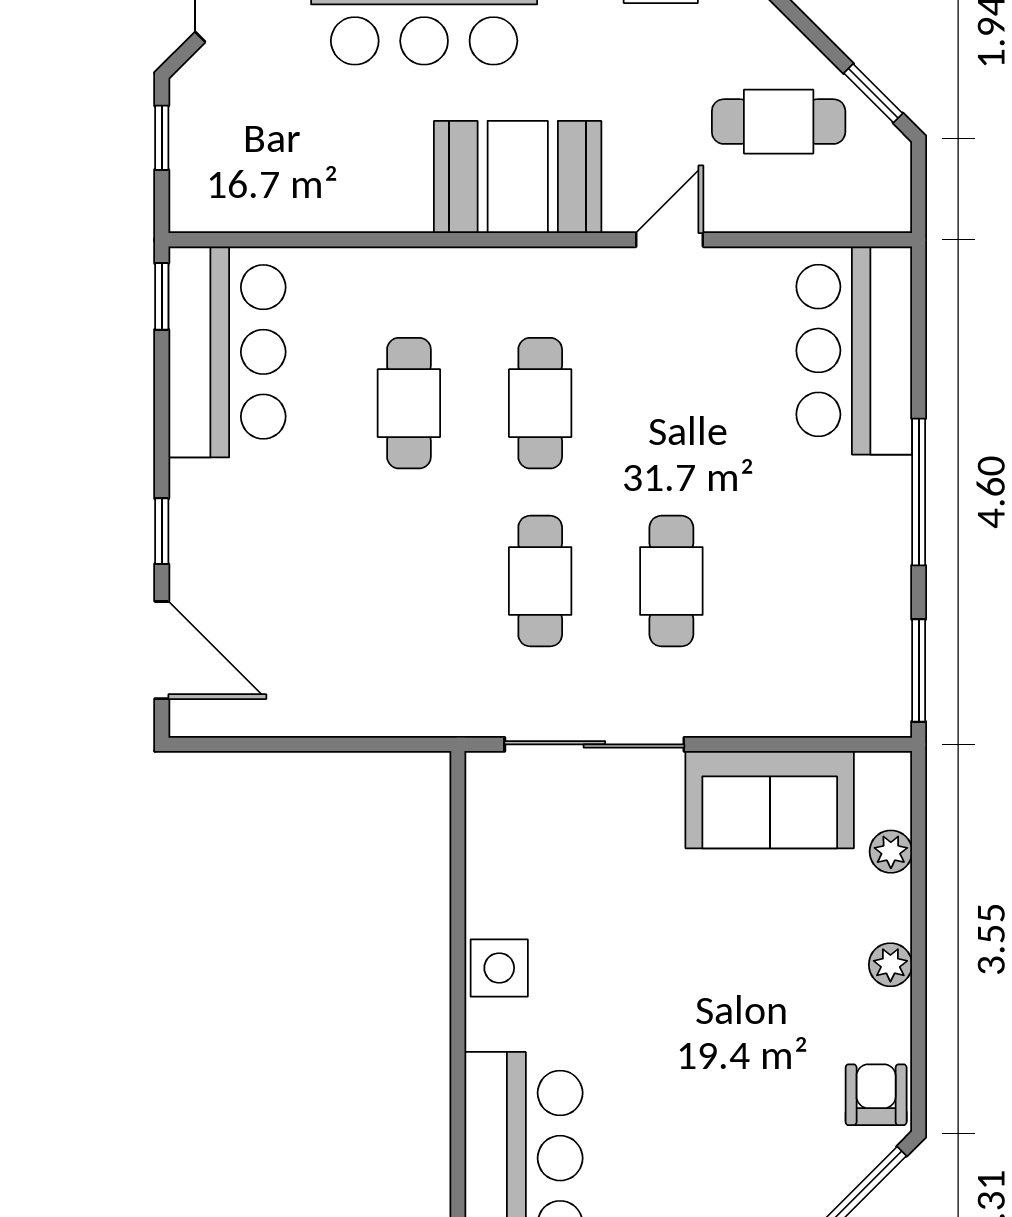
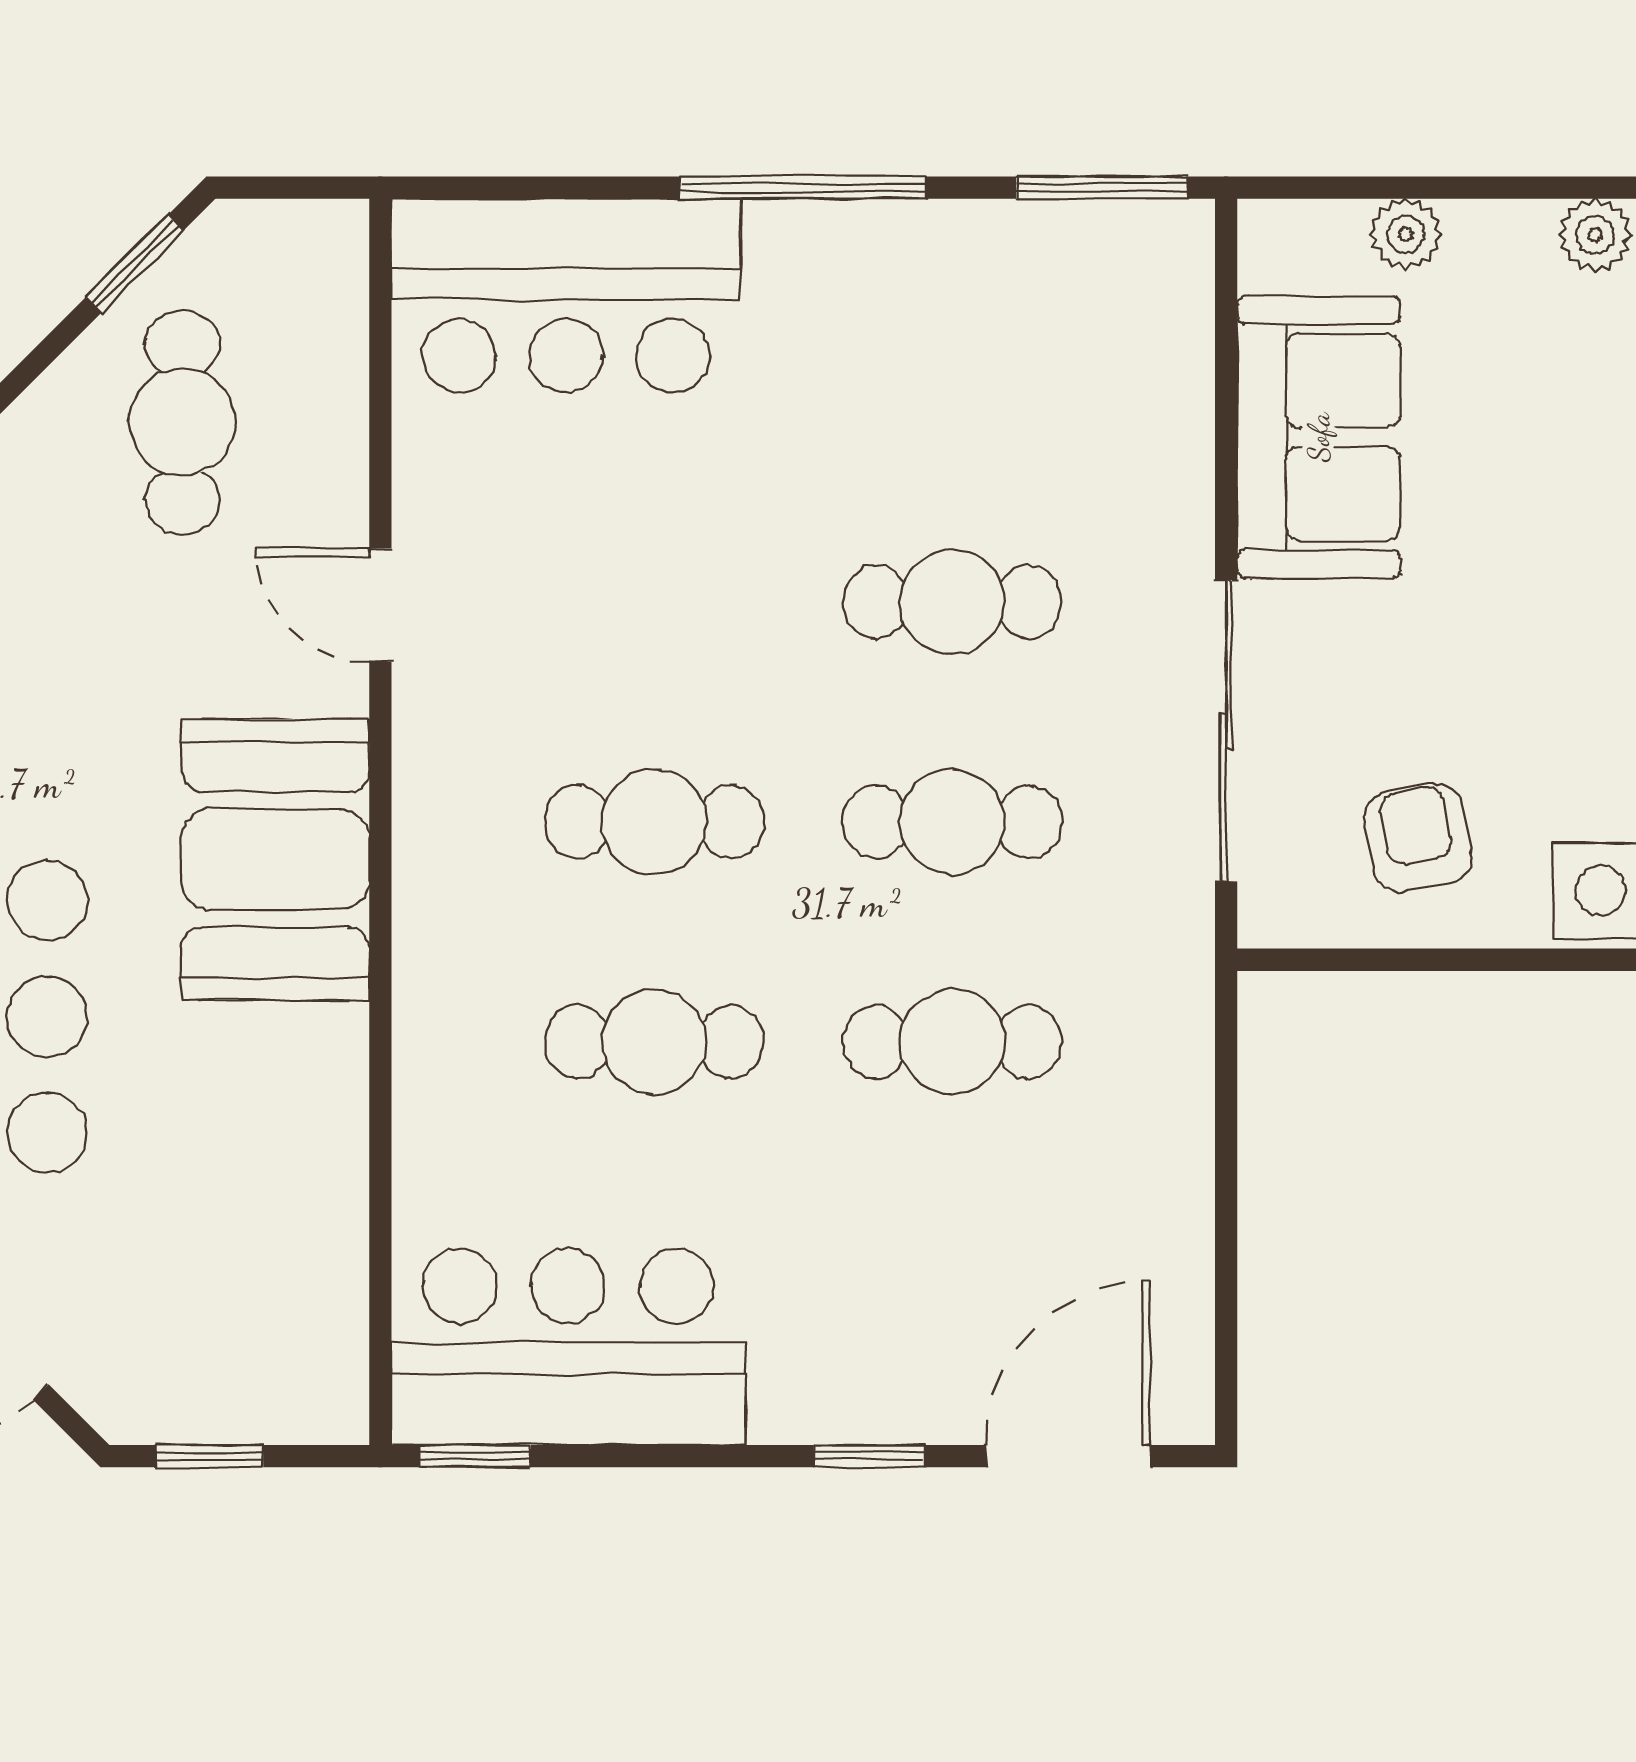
cafe table: (409, 581) -> (952, 1042), added
armchair: (531, 859) -> (1418, 838), added

